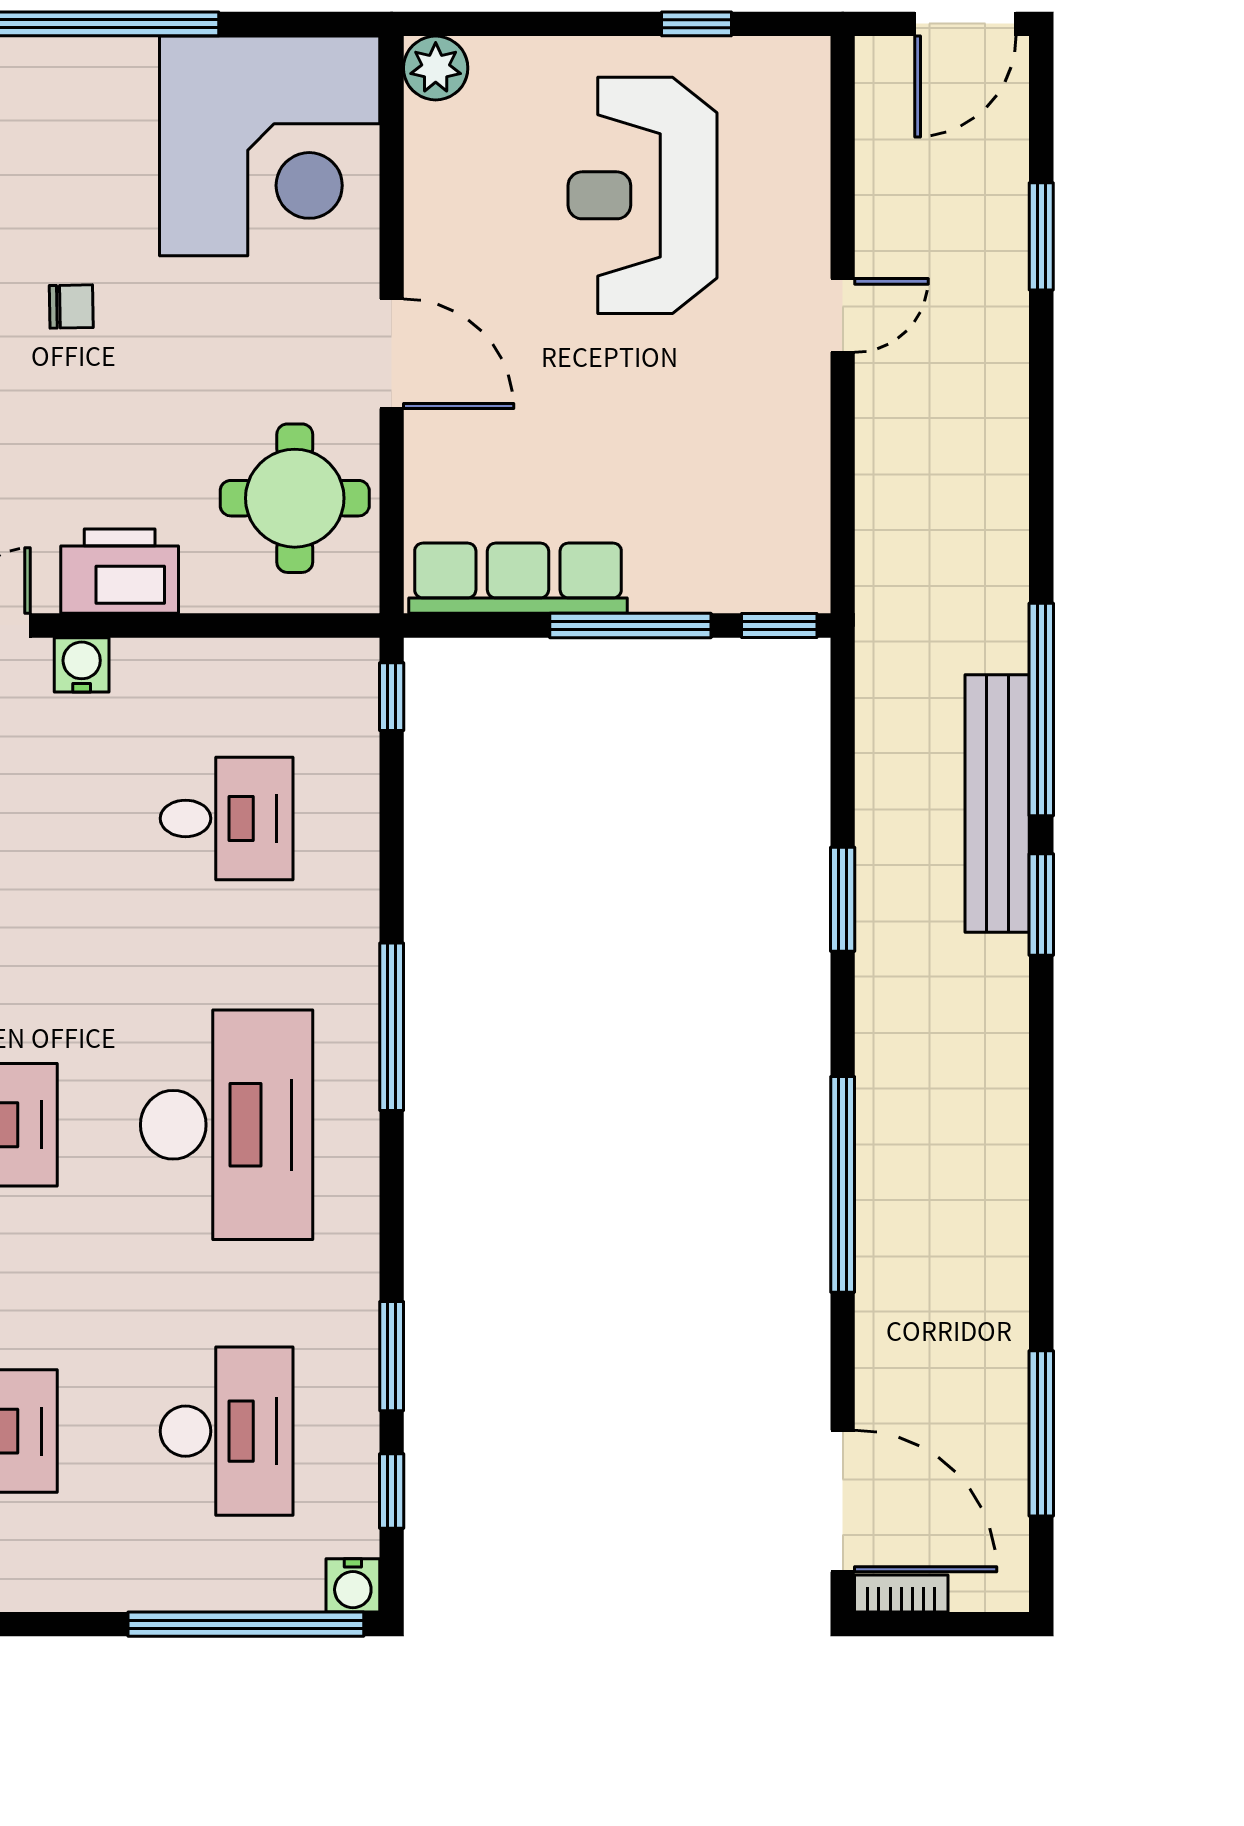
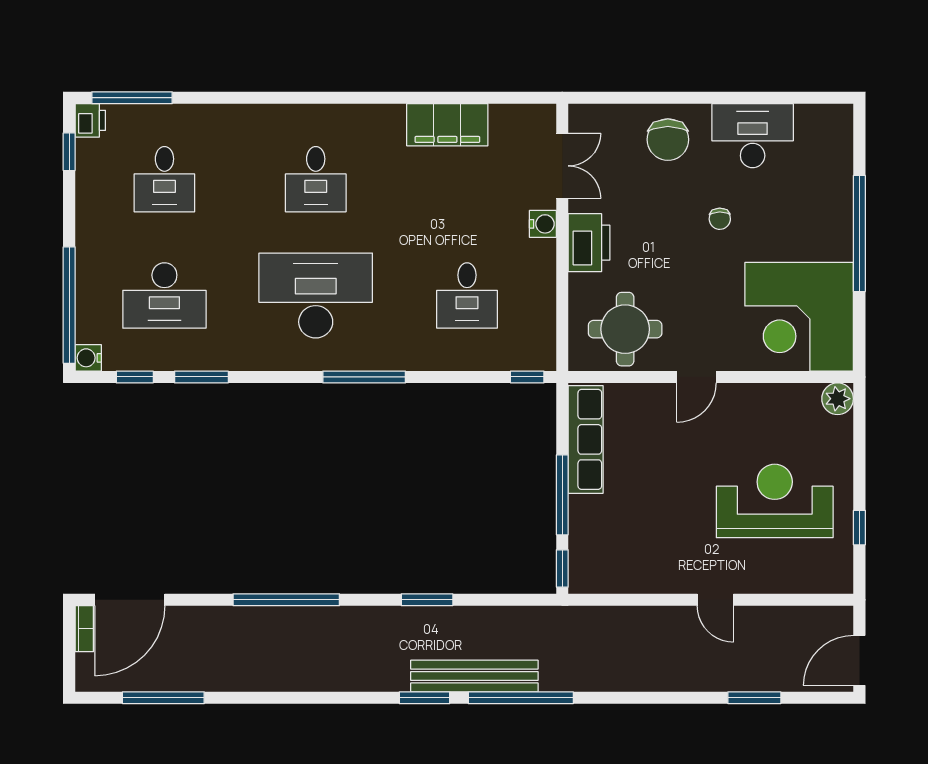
door: (965, 24) -> (859, 660), hinge flipped
door: (392, 354) -> (696, 377), width x0.73
desk: (227, 1125) -> (316, 295), turned 180

